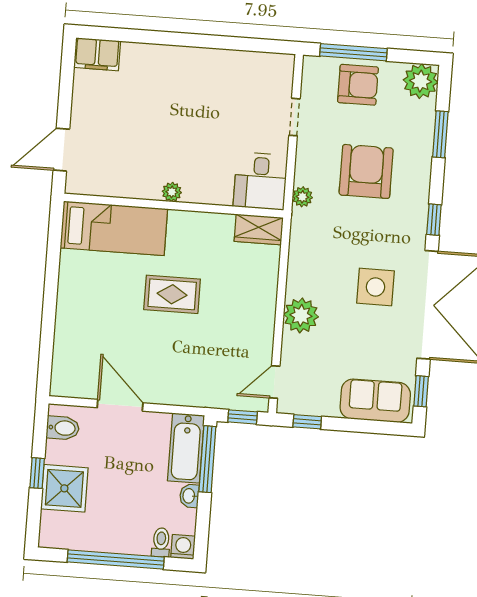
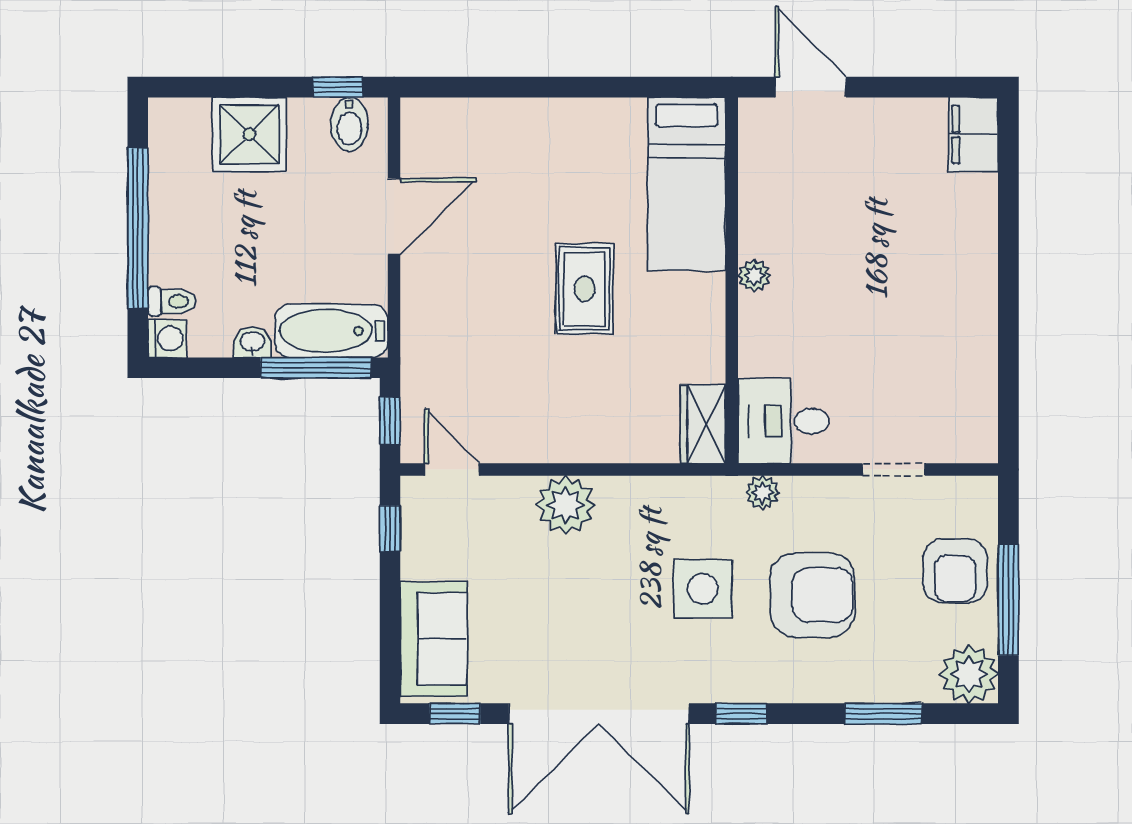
window: (353, 52) -> (1008, 600), moved
side table: (375, 287) -> (703, 589), moved
window: (37, 473) -> (338, 87), moved

